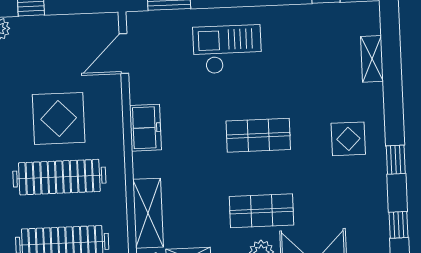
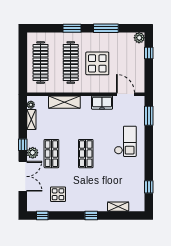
freezer: (145, 128) -> (102, 103), moved
display table: (348, 139) -> (58, 194), moved
window: (396, 160) -> (91, 215), moved
shelving: (148, 213) -> (64, 102), moved

